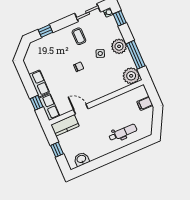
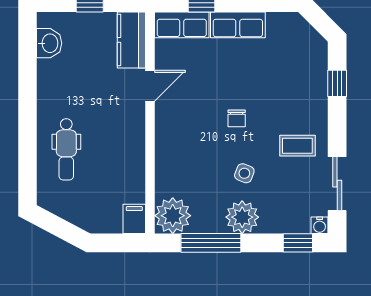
filing cabinet: (145, 103) -> (134, 219), moved

